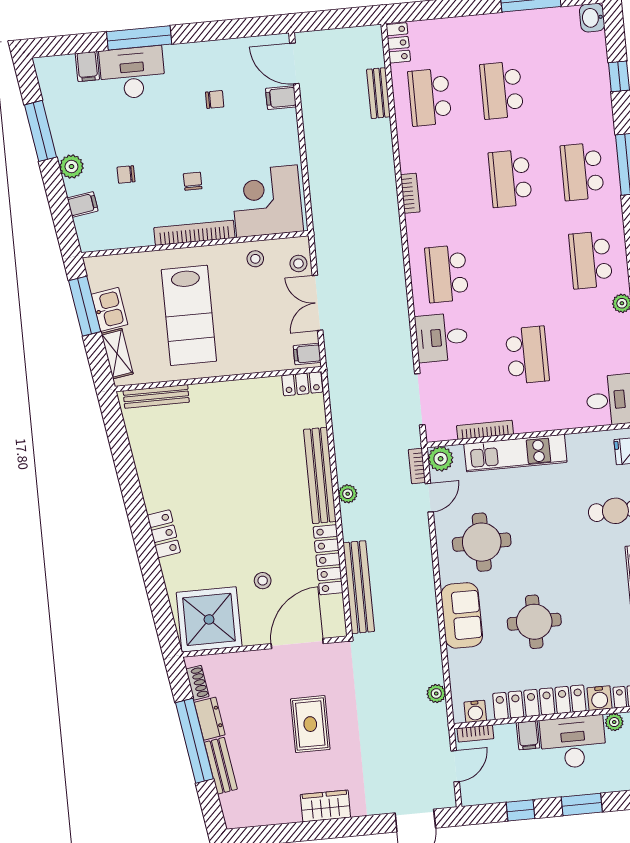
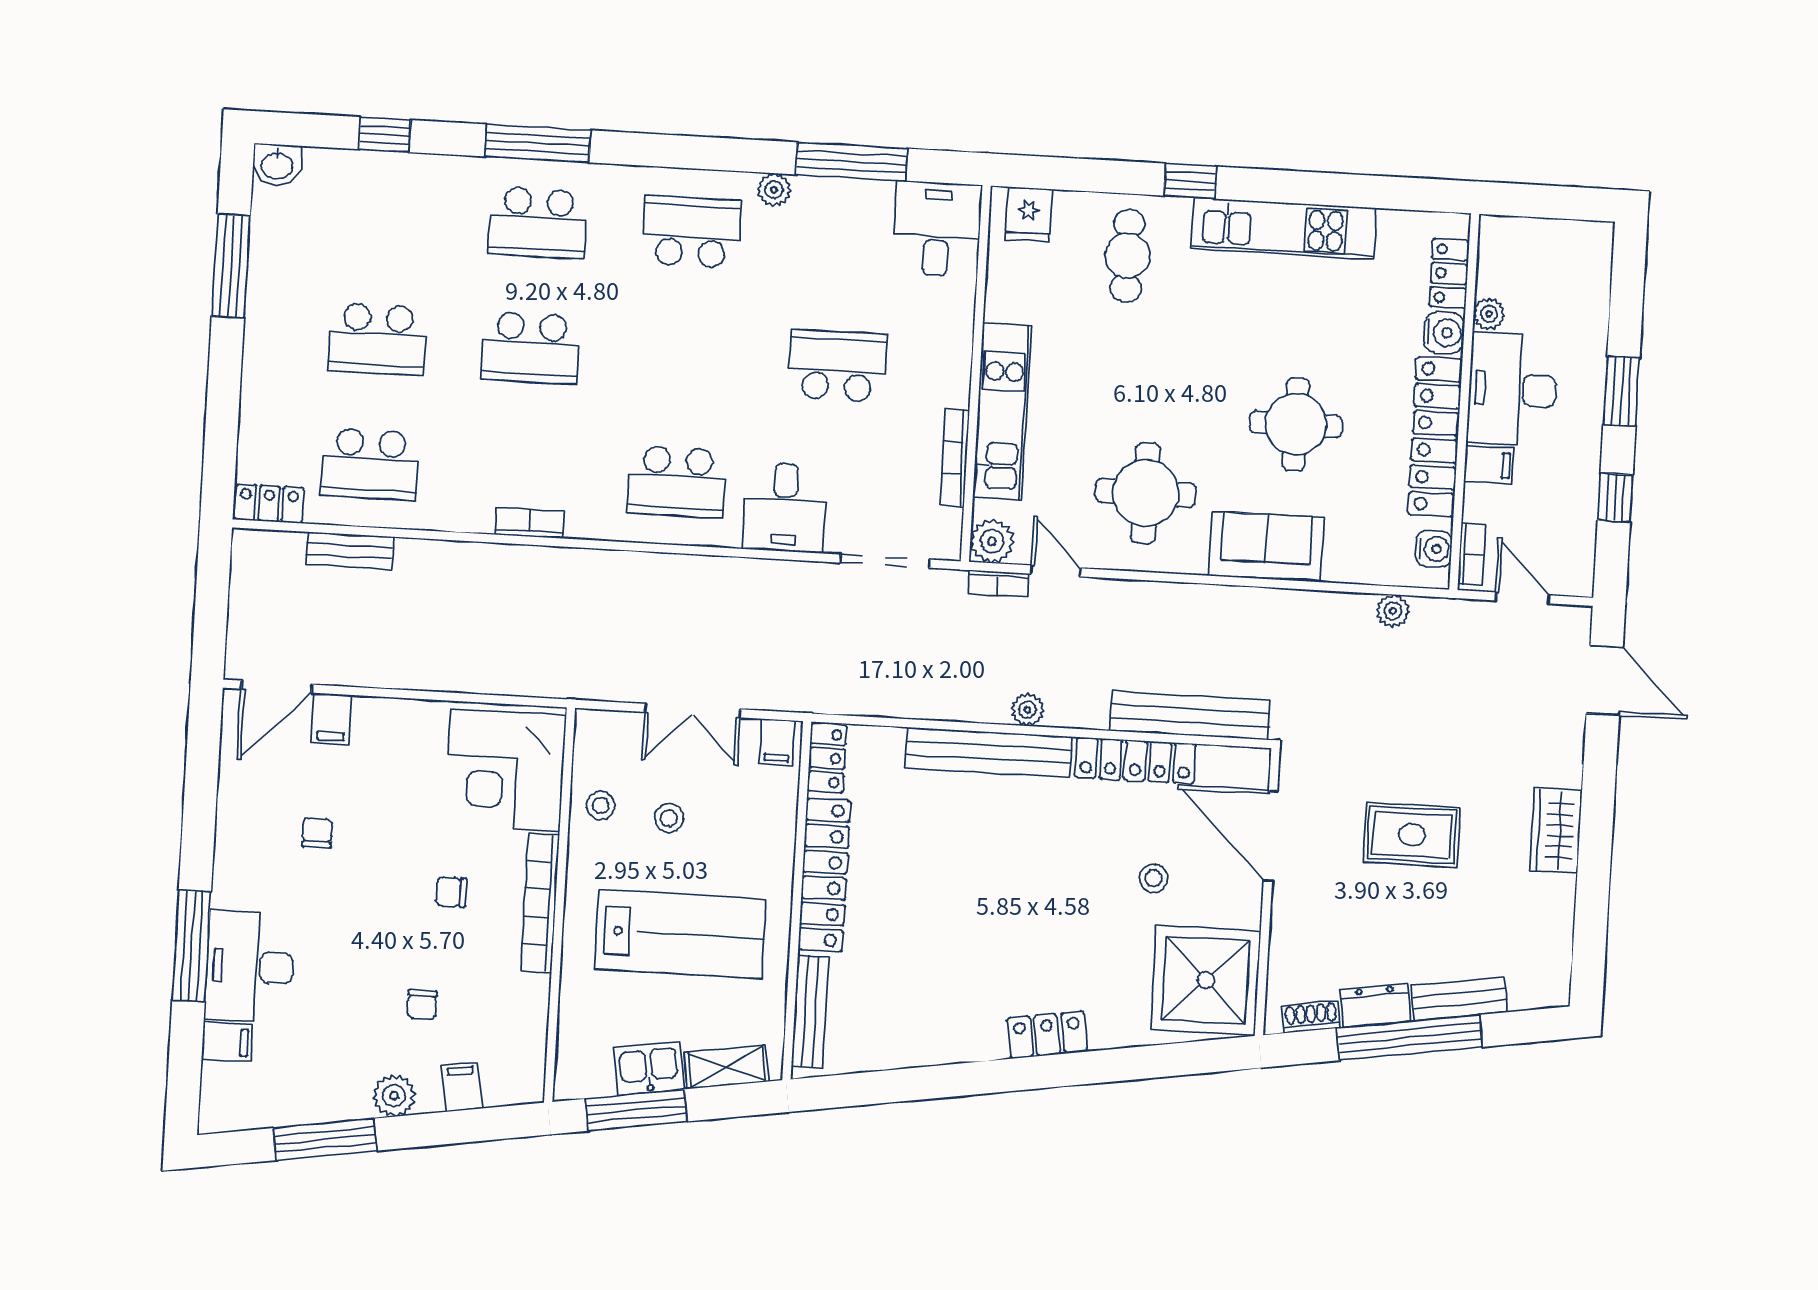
school desk: (591, 260) -> (691, 232), turned 180
stool: (298, 263) -> (669, 818), moved
locker: (235, 393) -> (824, 875), added

